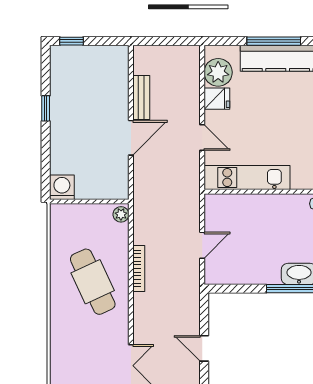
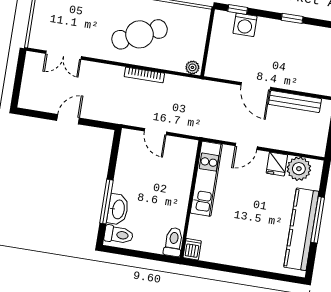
bench: (141, 97) -> (295, 102), width x1.36
window: (46, 173) -> (238, 10), added
washing machine: (62, 187) -> (245, 25), moved, turned 90

